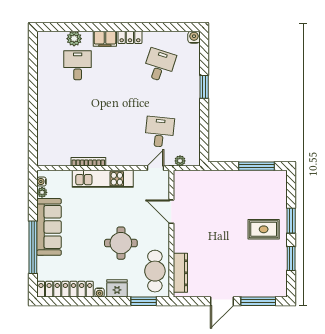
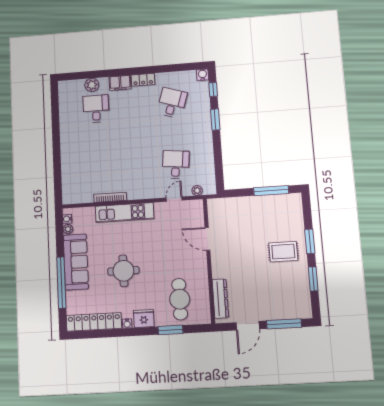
window: (204, 54) -> (213, 89), added
door: (171, 212) -> (207, 239), moved
wall: (171, 234) -> (209, 260), moved
round table: (121, 243) -> (123, 271), moved
dresser: (180, 273) -> (220, 299), moved

